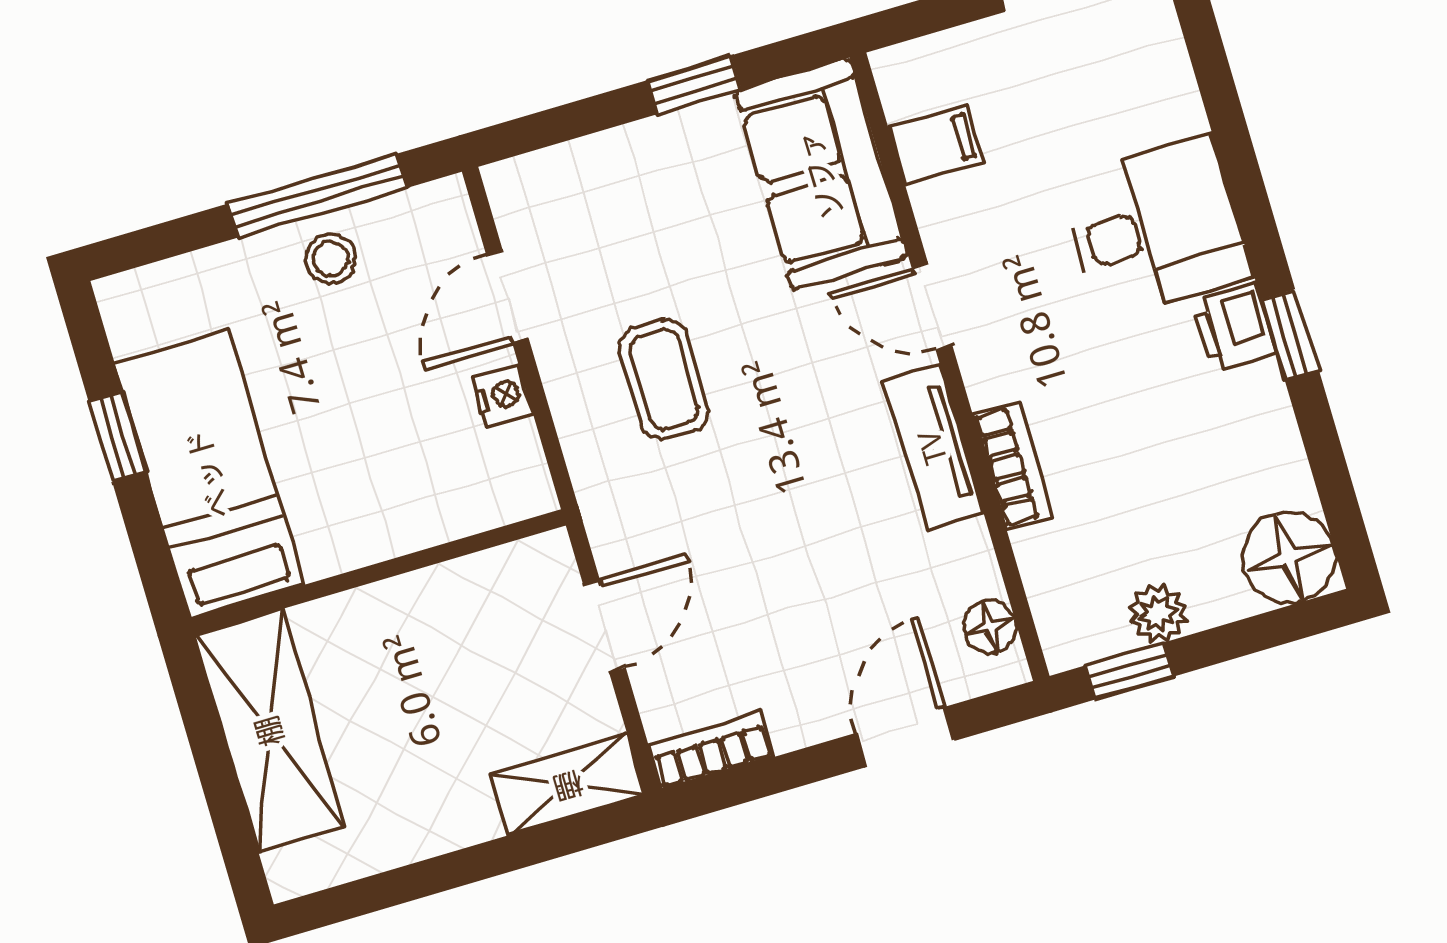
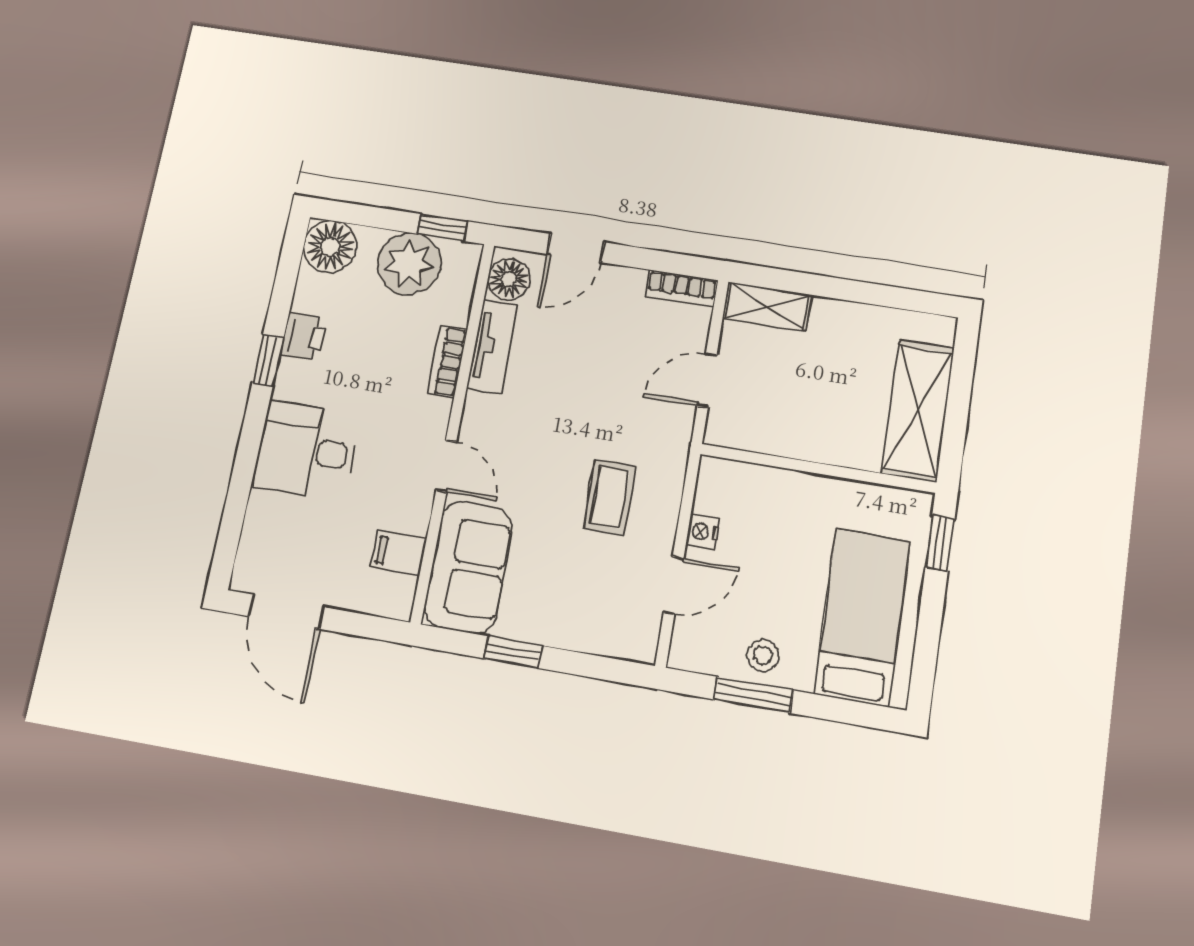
window: (318, 196) -> (753, 695), width x0.69
printer: (1234, 327) -> (304, 336), moved
window: (118, 436) -> (940, 543), moved
tv unit: (933, 447) -> (492, 346), moved
bed: (210, 474) -> (862, 617), moved, turned 180
plant: (1158, 614) -> (409, 264), width x1.87, depth x1.87
floor lamp: (990, 627) -> (509, 279), width x1.37, depth x1.37

